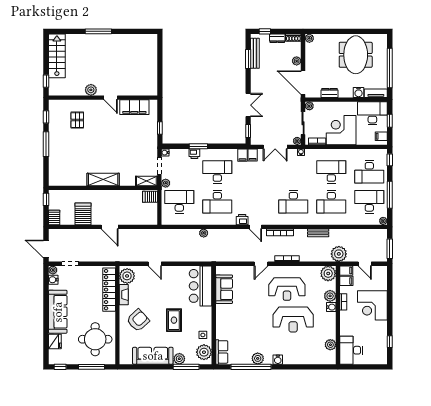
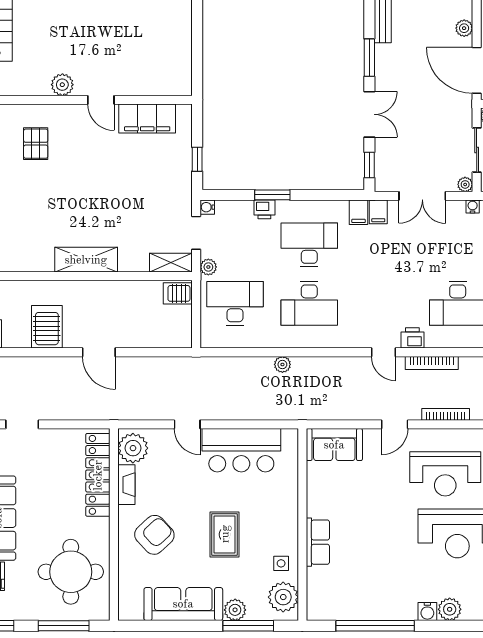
window: (248, 59) -> (369, 58), moved
printer: (242, 220) -> (412, 338), moved
bar counter: (201, 286) -> (241, 450), moved, turned -90
sofa: (224, 289) -> (334, 445), moved, turned 90
row of seats: (222, 352) -> (318, 542), moved
plant: (258, 358) -> (450, 609), moved

